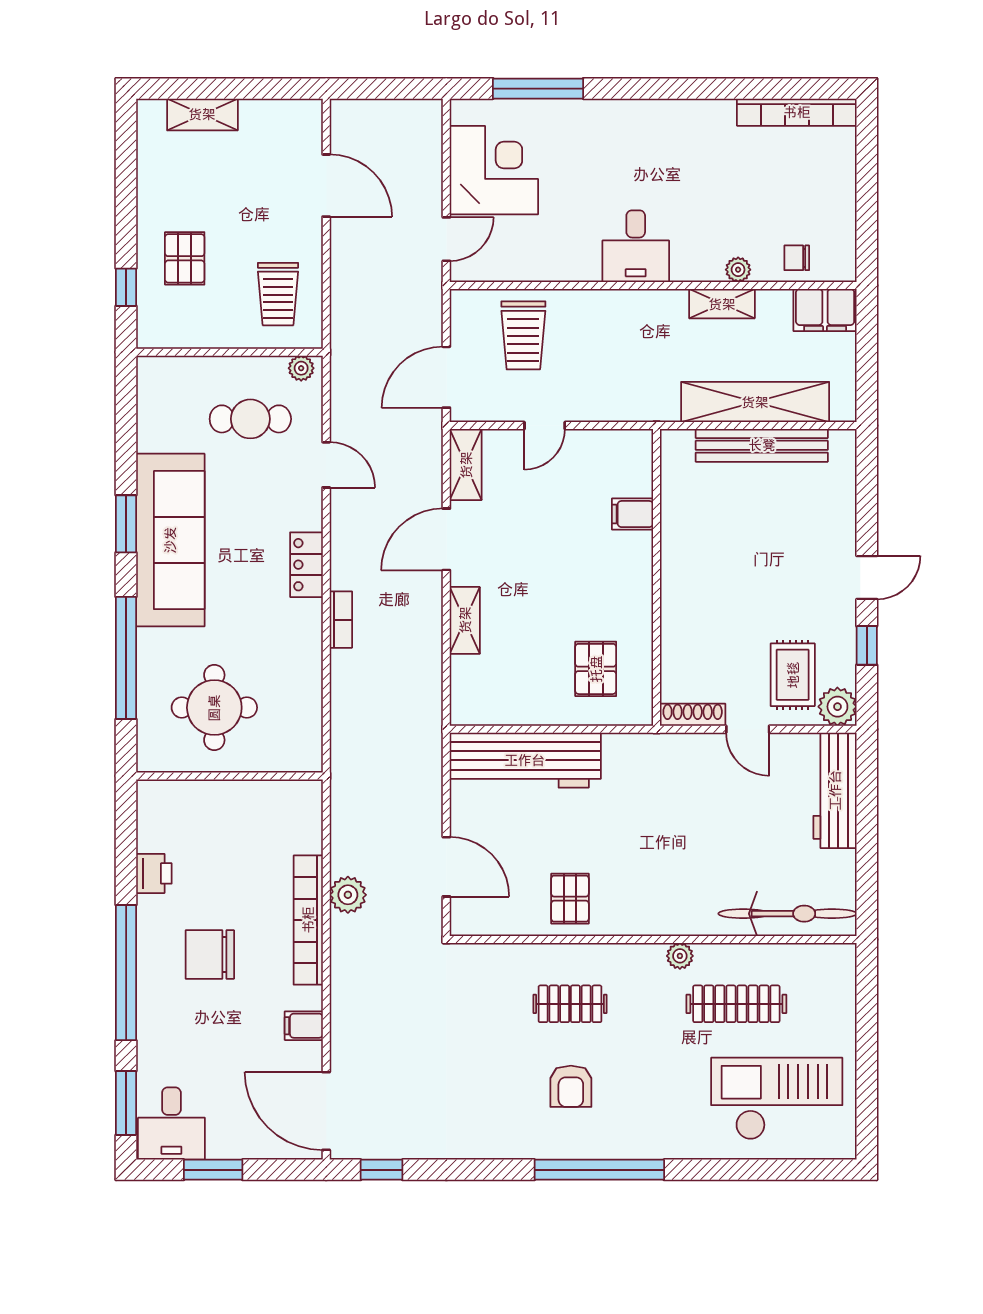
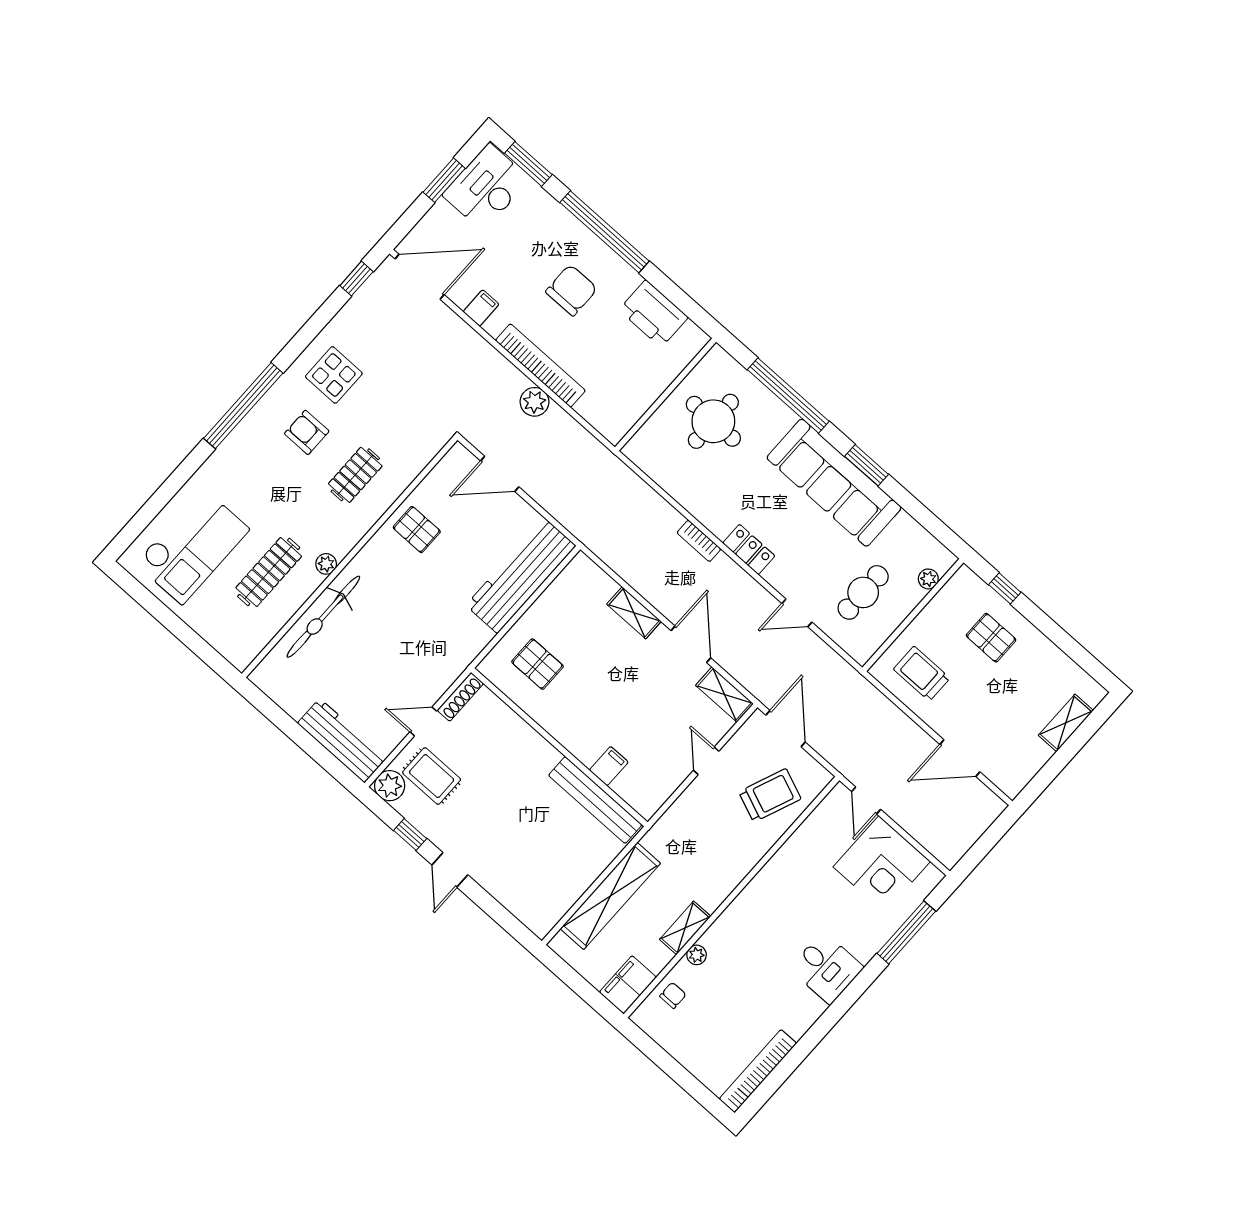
desk: (636, 246) -> (827, 968), moved, turned 180
trolley: (523, 335) -> (770, 795), turned 112
plant: (301, 368) -> (928, 579), moved
bench: (762, 445) -> (595, 800), moved, turned 90
printer: (154, 873) -> (653, 314), width x1.87, depth x1.48
bicycle: (788, 914) -> (323, 617), moved
display table: (493, 1109) -> (334, 375), added
desk: (171, 1124) -> (486, 187), width x1.37

